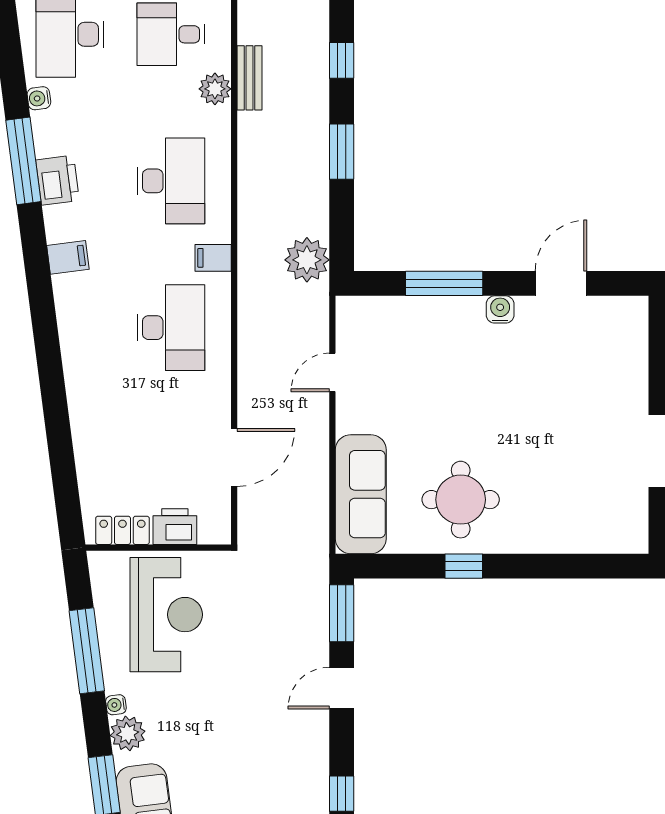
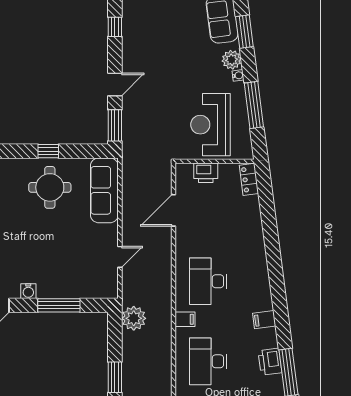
locker: (122, 530) -> (249, 179), moved, turned 83

